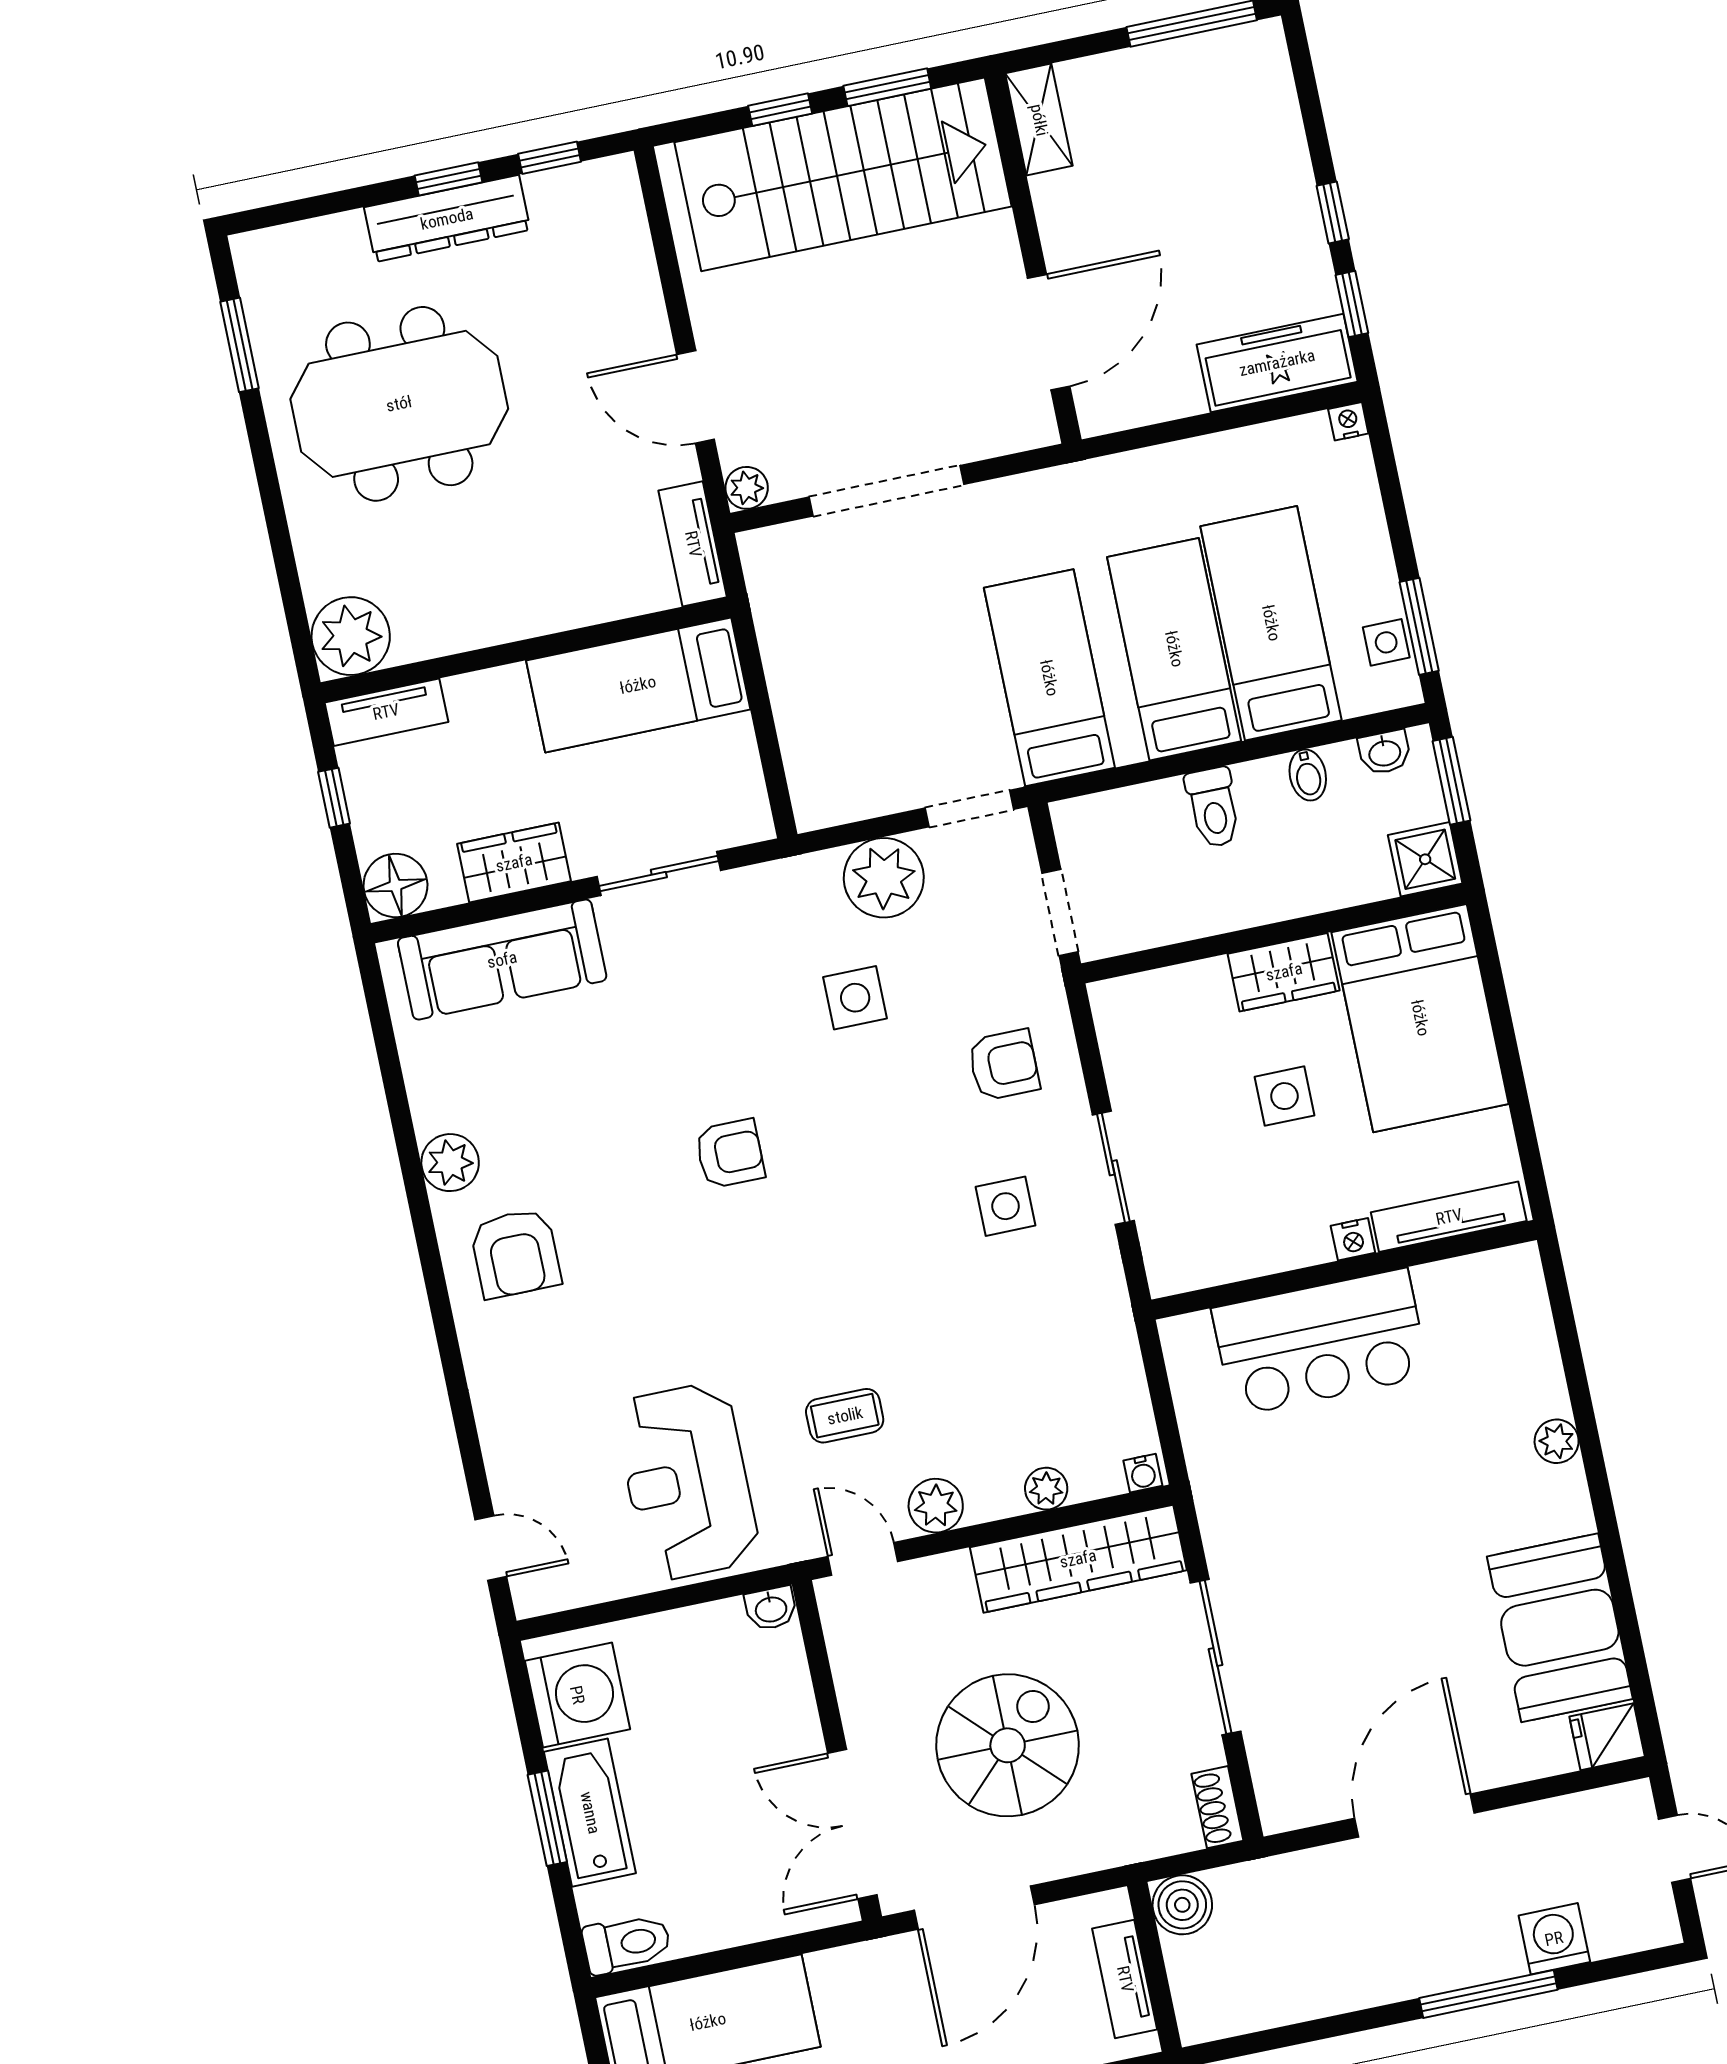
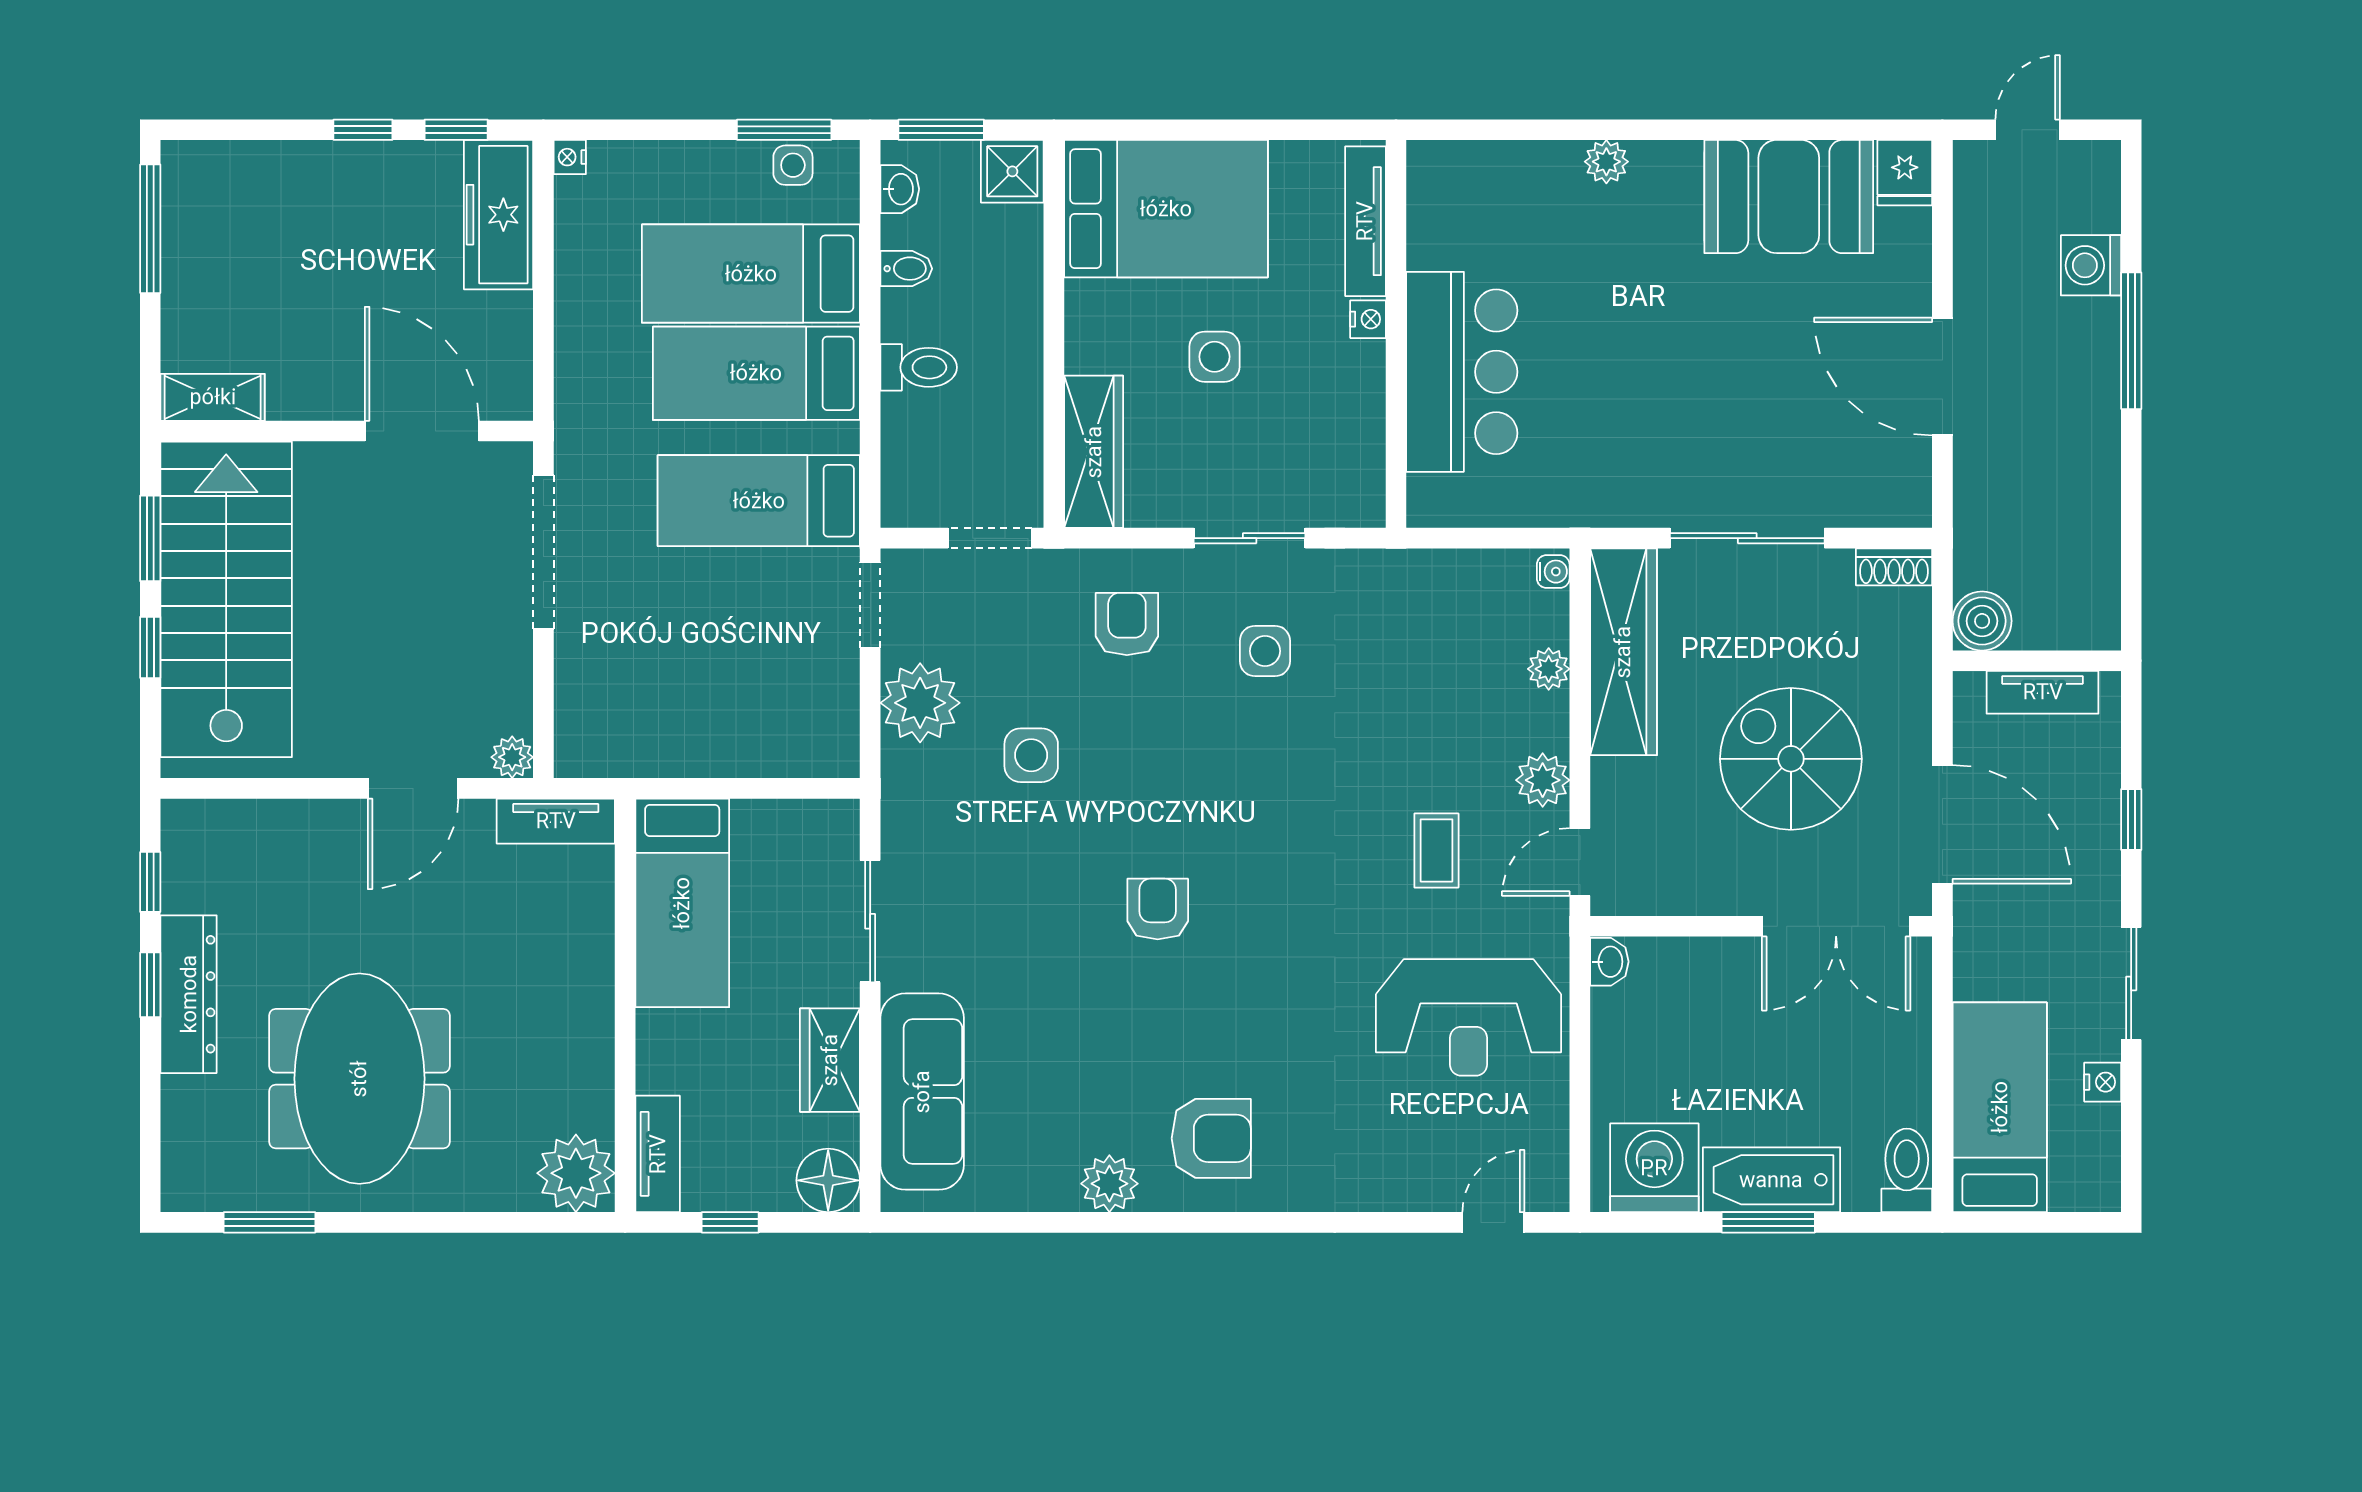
doorway: (887, 491) -> (543, 552), moved
wardrobe: (1284, 972) -> (1094, 452), moved, width x1.50

